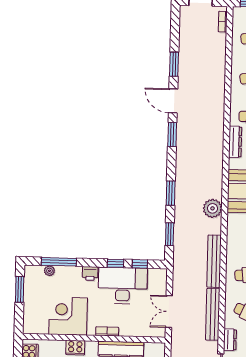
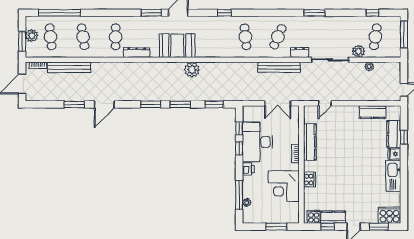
window: (172, 134) -> (151, 104), moved
bench: (214, 261) -> (69, 67), moved
window: (20, 289) -> (276, 227), moved

